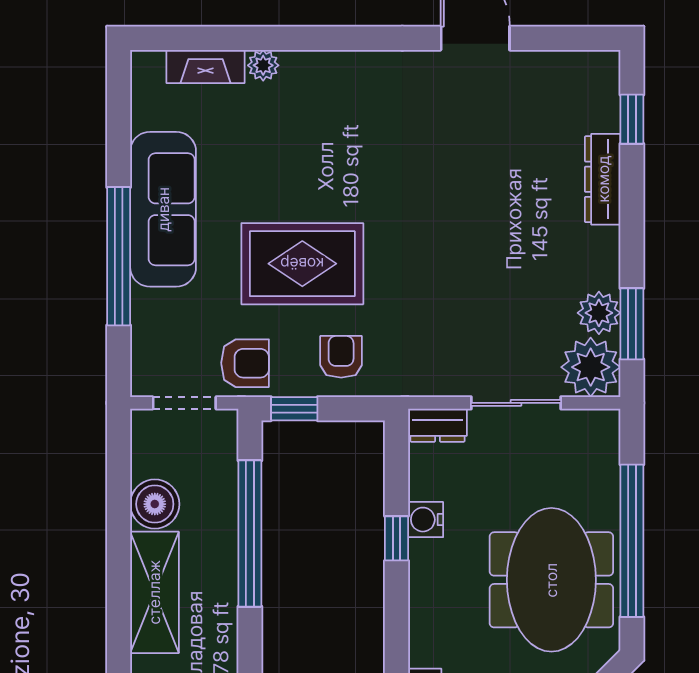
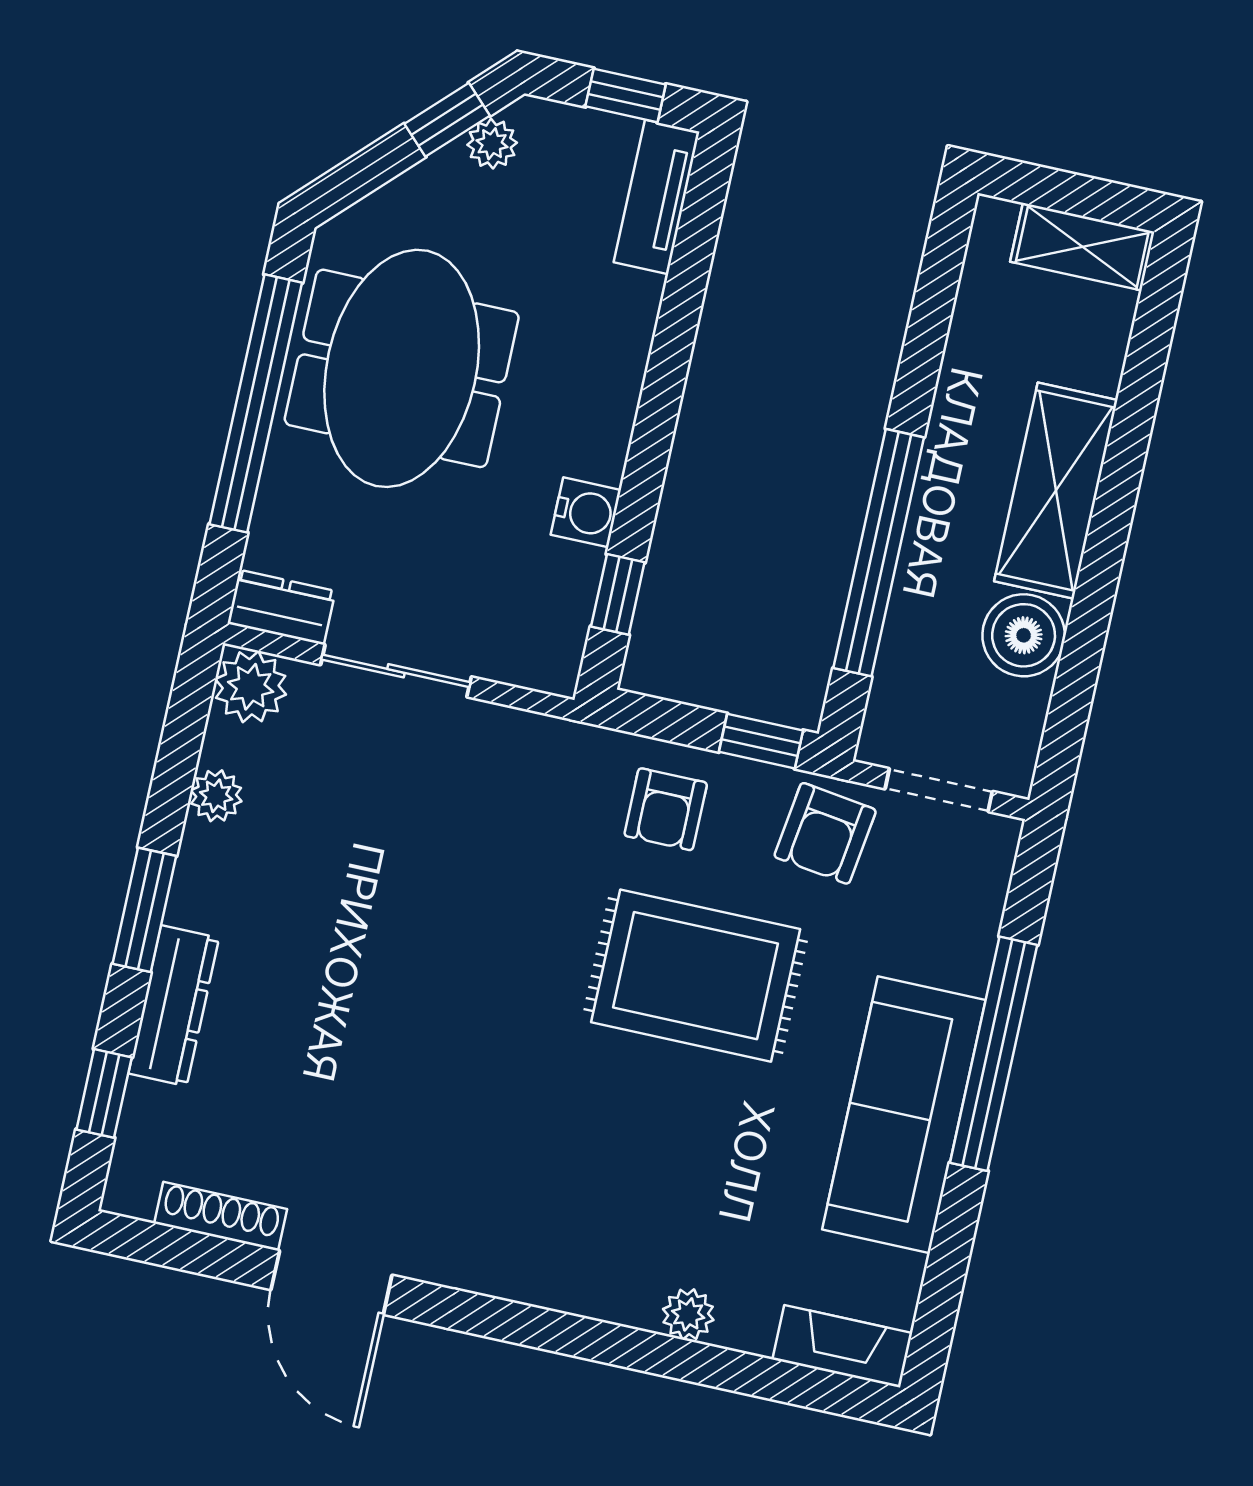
shoe rack: (548, 63) -> (221, 1216), added
fireplace: (205, 66) -> (842, 1346), moved
plant: (599, 313) -> (216, 796), width x0.73, depth x0.73
window: (632, 324) -> (144, 910), moved
armchair: (245, 363) -> (825, 833), turned -82
plant: (591, 367) -> (251, 687), width x0.73, depth x0.73
dresser: (438, 425) -> (281, 607), moved
window: (396, 538) -> (618, 594), moved

